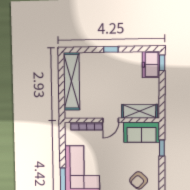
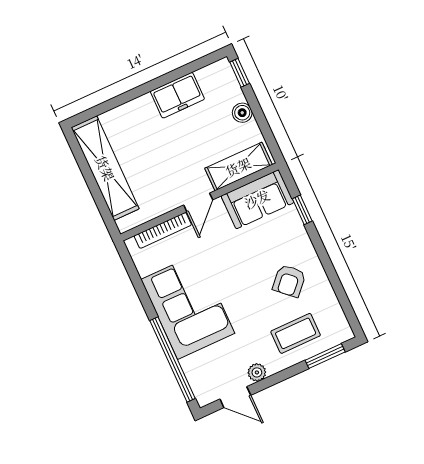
window: (111, 49) -> (147, 88), removed
freezer: (151, 65) -> (177, 95), moved, turned -90
boiler: (154, 84) -> (242, 113), added

